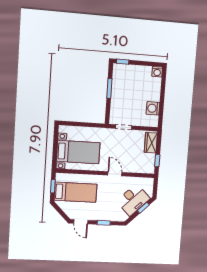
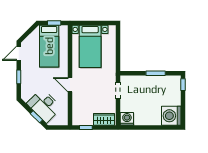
washing machine: (157, 72) -> (171, 116), width x1.89, depth x1.89
washing machine: (153, 108) -> (127, 119), moved
door: (115, 174) -> (70, 85), swing flipped

